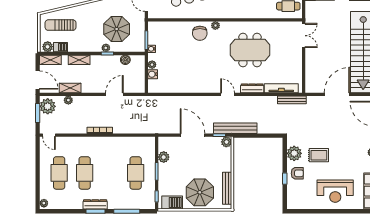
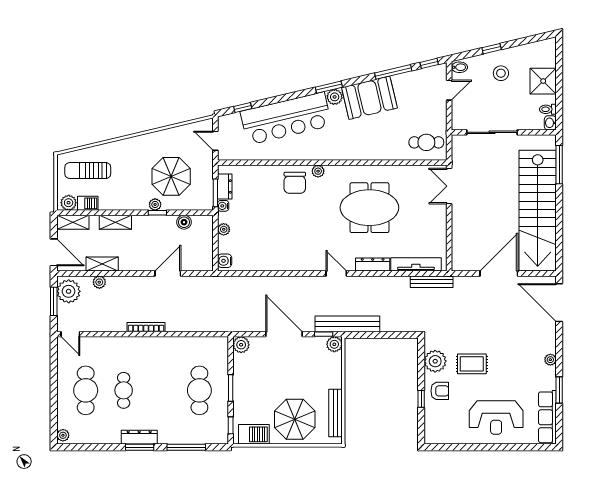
dresser: (153, 36) -> (225, 186), added
double door: (304, 36) -> (449, 186), swing flipped
water cooler: (153, 74) -> (225, 261), moved
plant: (164, 157) -> (241, 345), moved
cafe table: (85, 173) -> (124, 390), width x0.73, depth x0.74

